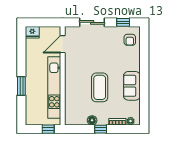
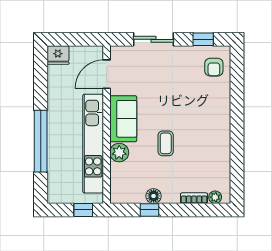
window: (21, 86) -> (41, 141), width x2.11
sofa: (132, 86) -> (123, 119), moved, turned 180
coffee table: (100, 87) -> (166, 143), width x0.54, depth x0.58
plant: (71, 93) -> (119, 153), added
window: (101, 129) -> (149, 210), moved

